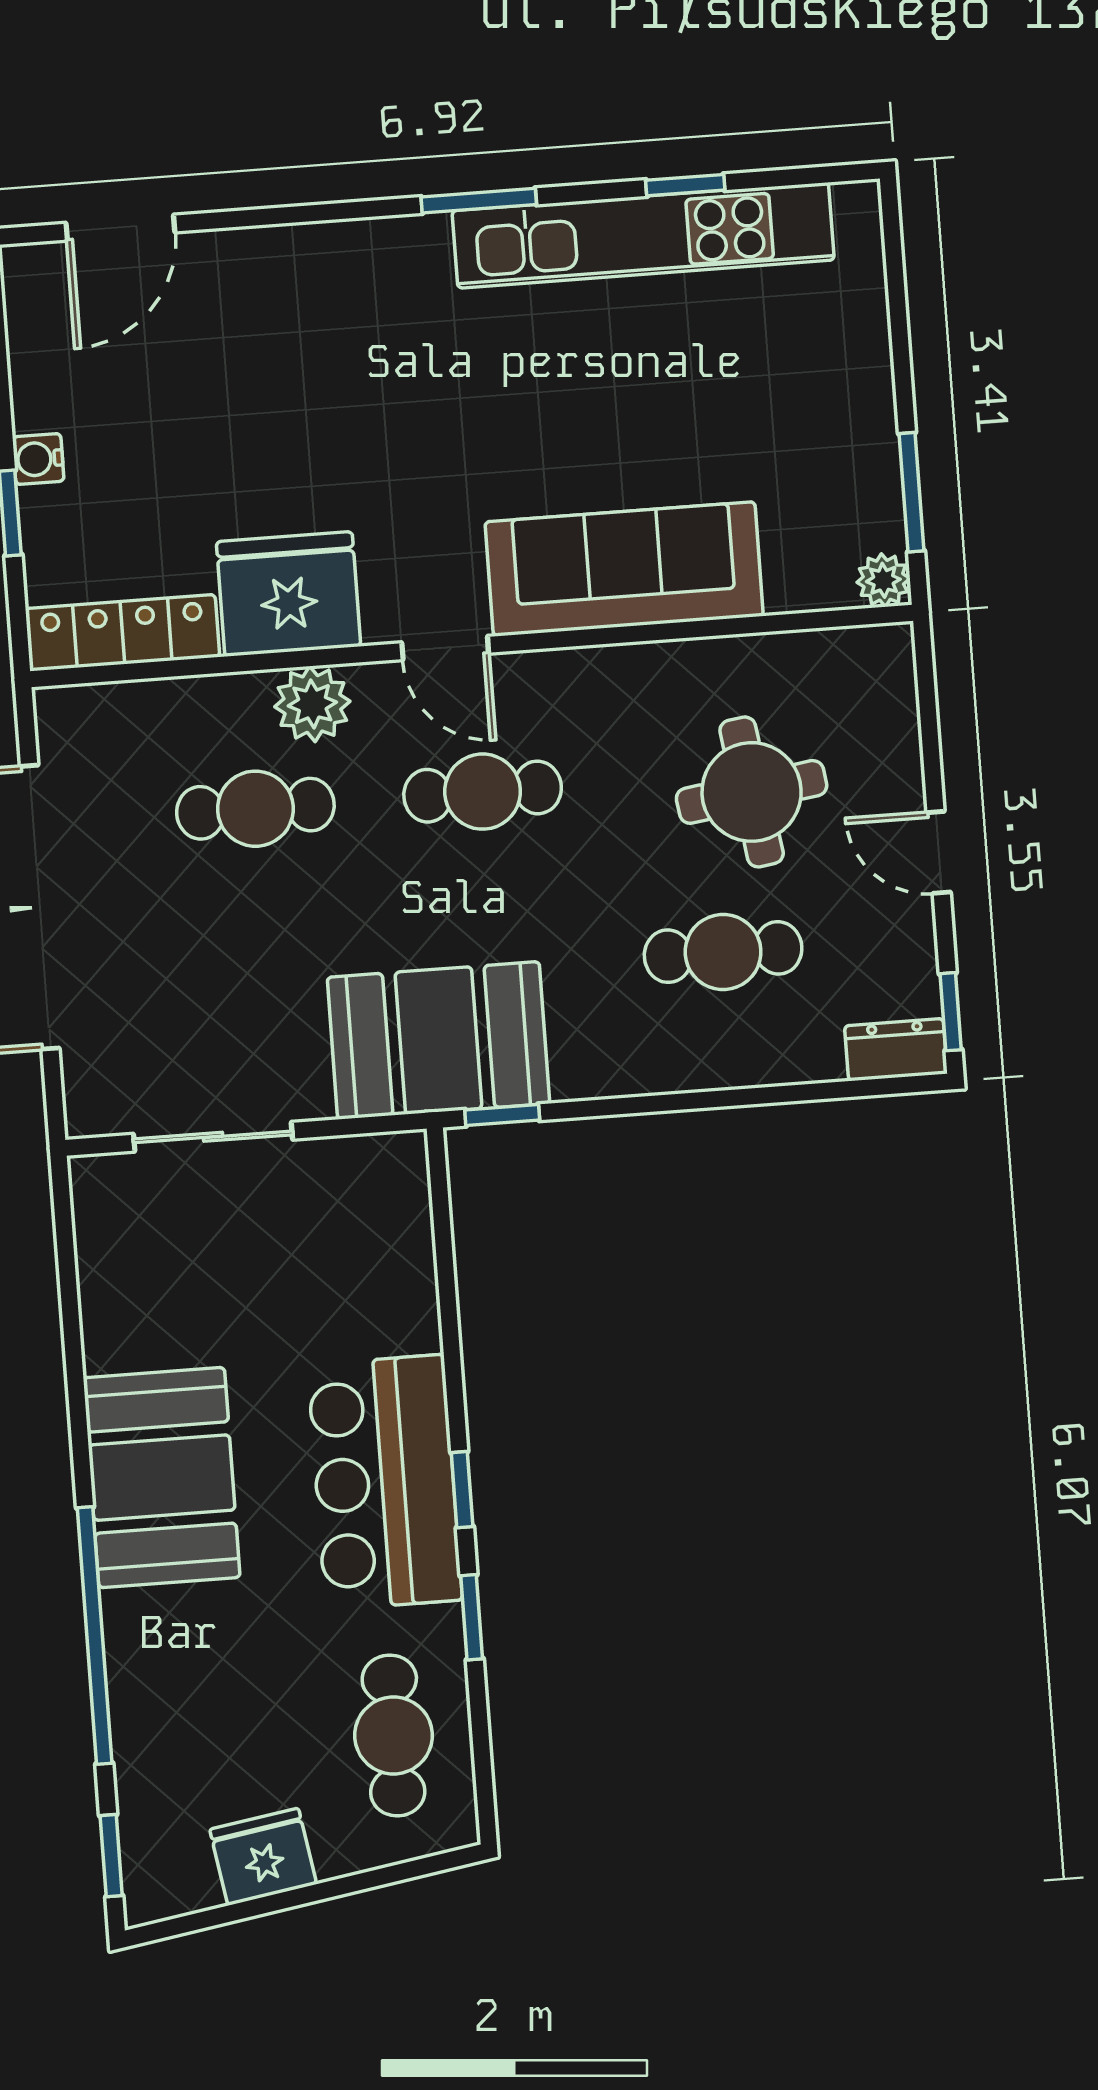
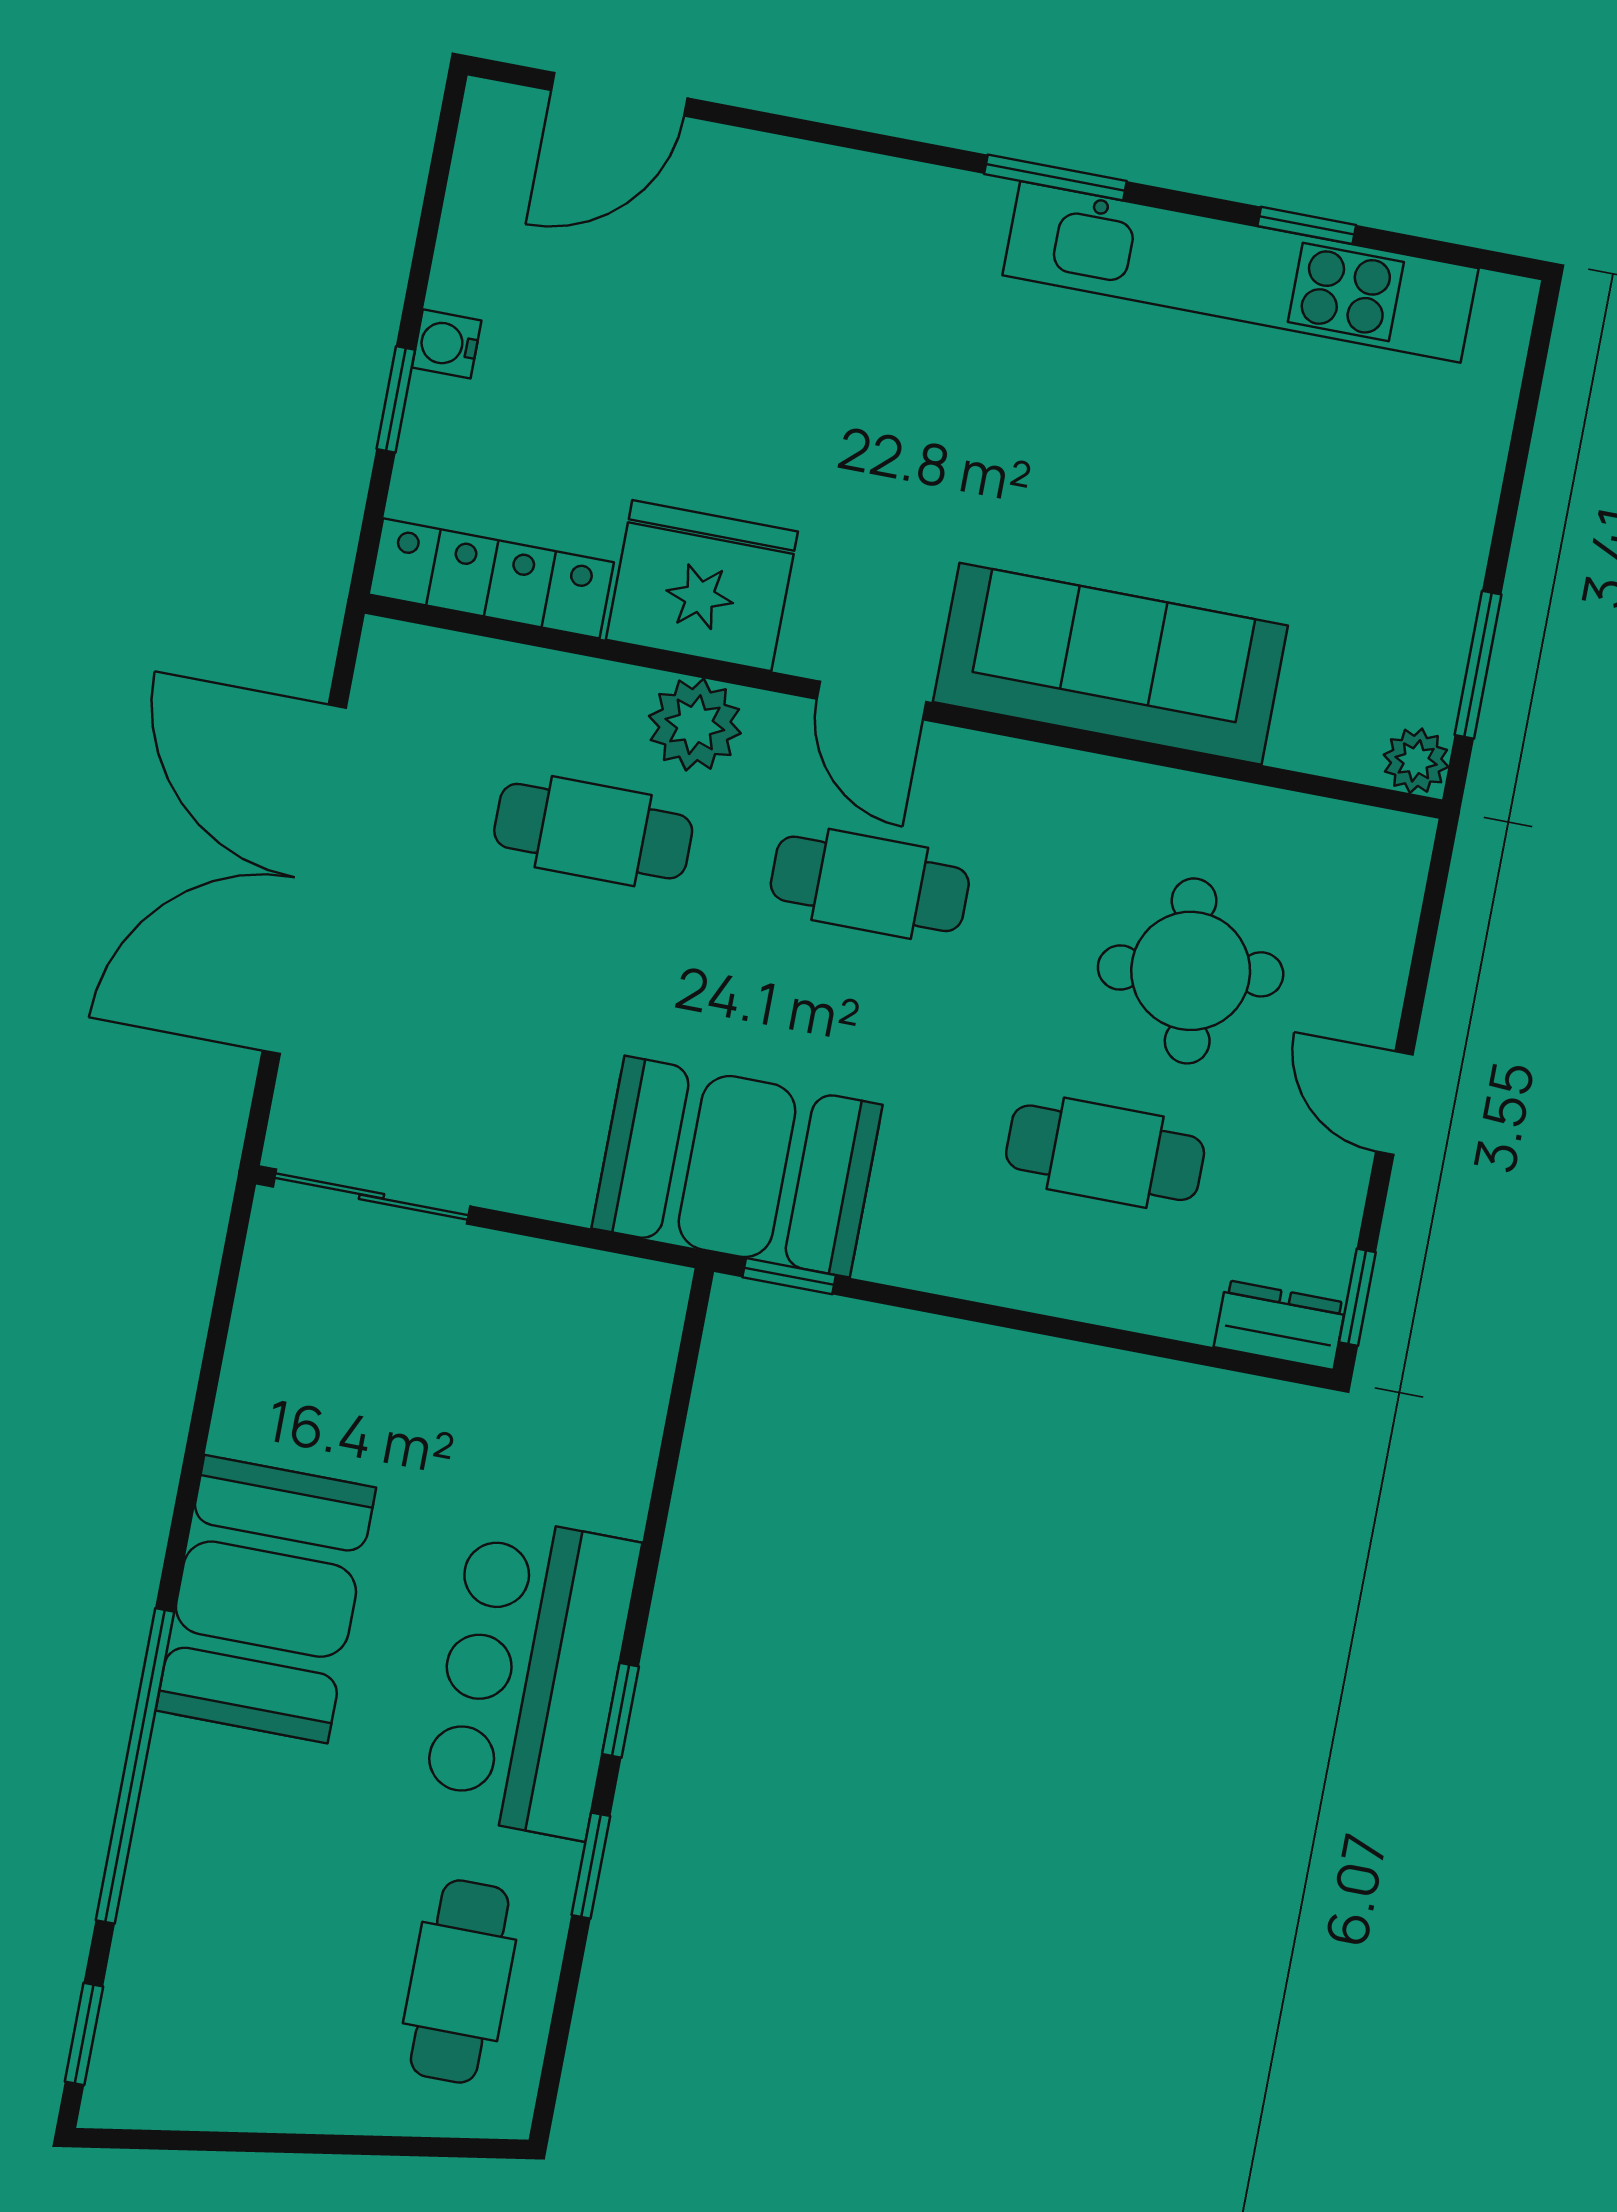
sliding door: (213, 1137) -> (371, 1197), moved
fridge: (263, 1857) -> (265, 2084), removed

